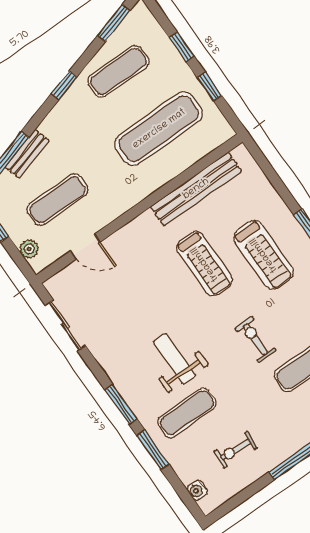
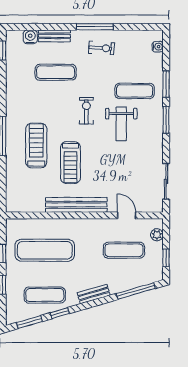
window: (64, 85) -> (60, 313), moved
bench: (27, 154) -> (94, 294), moved
bench: (196, 189) -> (76, 205), moved
treadmill: (205, 264) -> (70, 163), turned 180
exercise bike: (255, 339) -> (86, 111), moved, turned 180
exercise bike: (236, 450) -> (101, 48), moved

